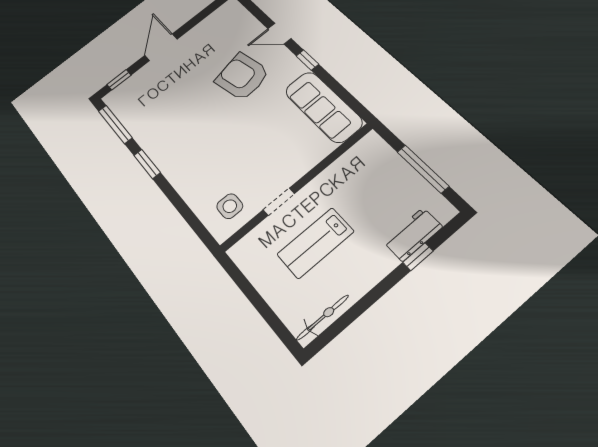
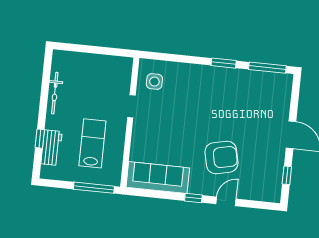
window: (119, 80) -> (287, 175), moved
window: (423, 169) -> (94, 188), moved
lab bench: (315, 243) -> (92, 143), moved
bicycle: (323, 318) -> (55, 93), moved

